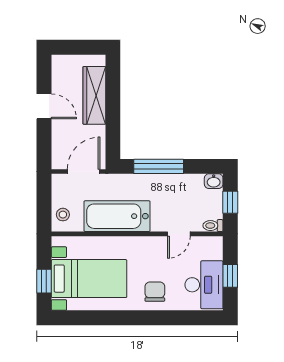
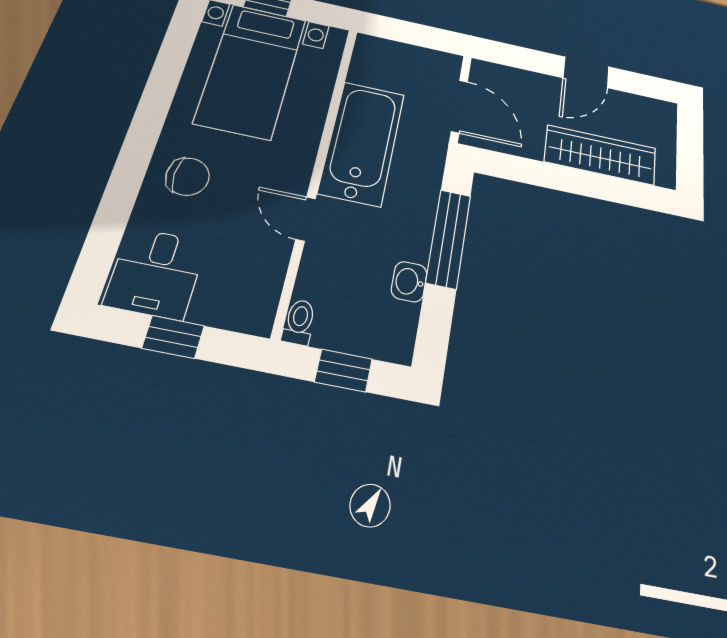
washbasin: (214, 181) -> (409, 282), moved
stool: (63, 215) -> (385, 57), removed
door: (179, 234) -> (306, 219), moved
desk: (204, 285) -> (156, 273), width x0.73

